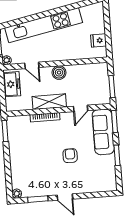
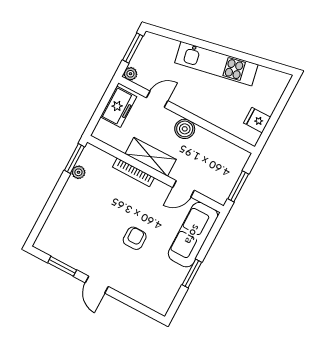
kitchen unit: (44, 25) -> (216, 64), width x0.73
door: (32, 65) -> (157, 99), swing flipped
window: (114, 122) -> (215, 231), removed
plant: (17, 194) -> (78, 172), moved

